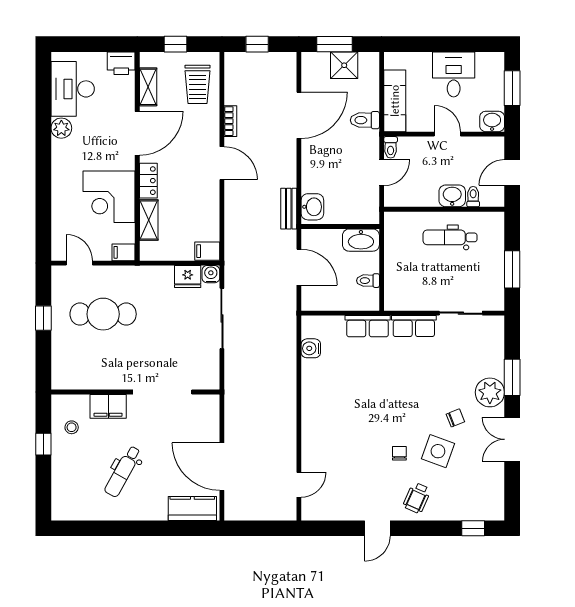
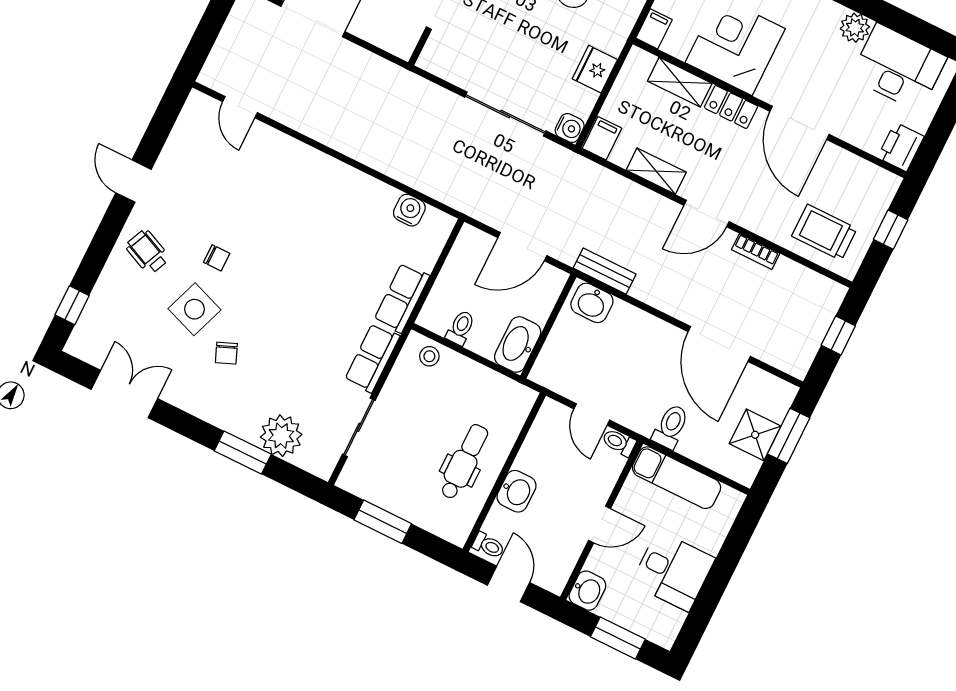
shelving: (148, 87) -> (656, 171), moved
toilet: (473, 197) -> (488, 546), moved
fridge: (188, 277) -> (595, 69), moved
stool: (395, 291) -> (429, 356), added
plant: (490, 392) -> (281, 436), moved
double door: (512, 439) -> (124, 394), moved

